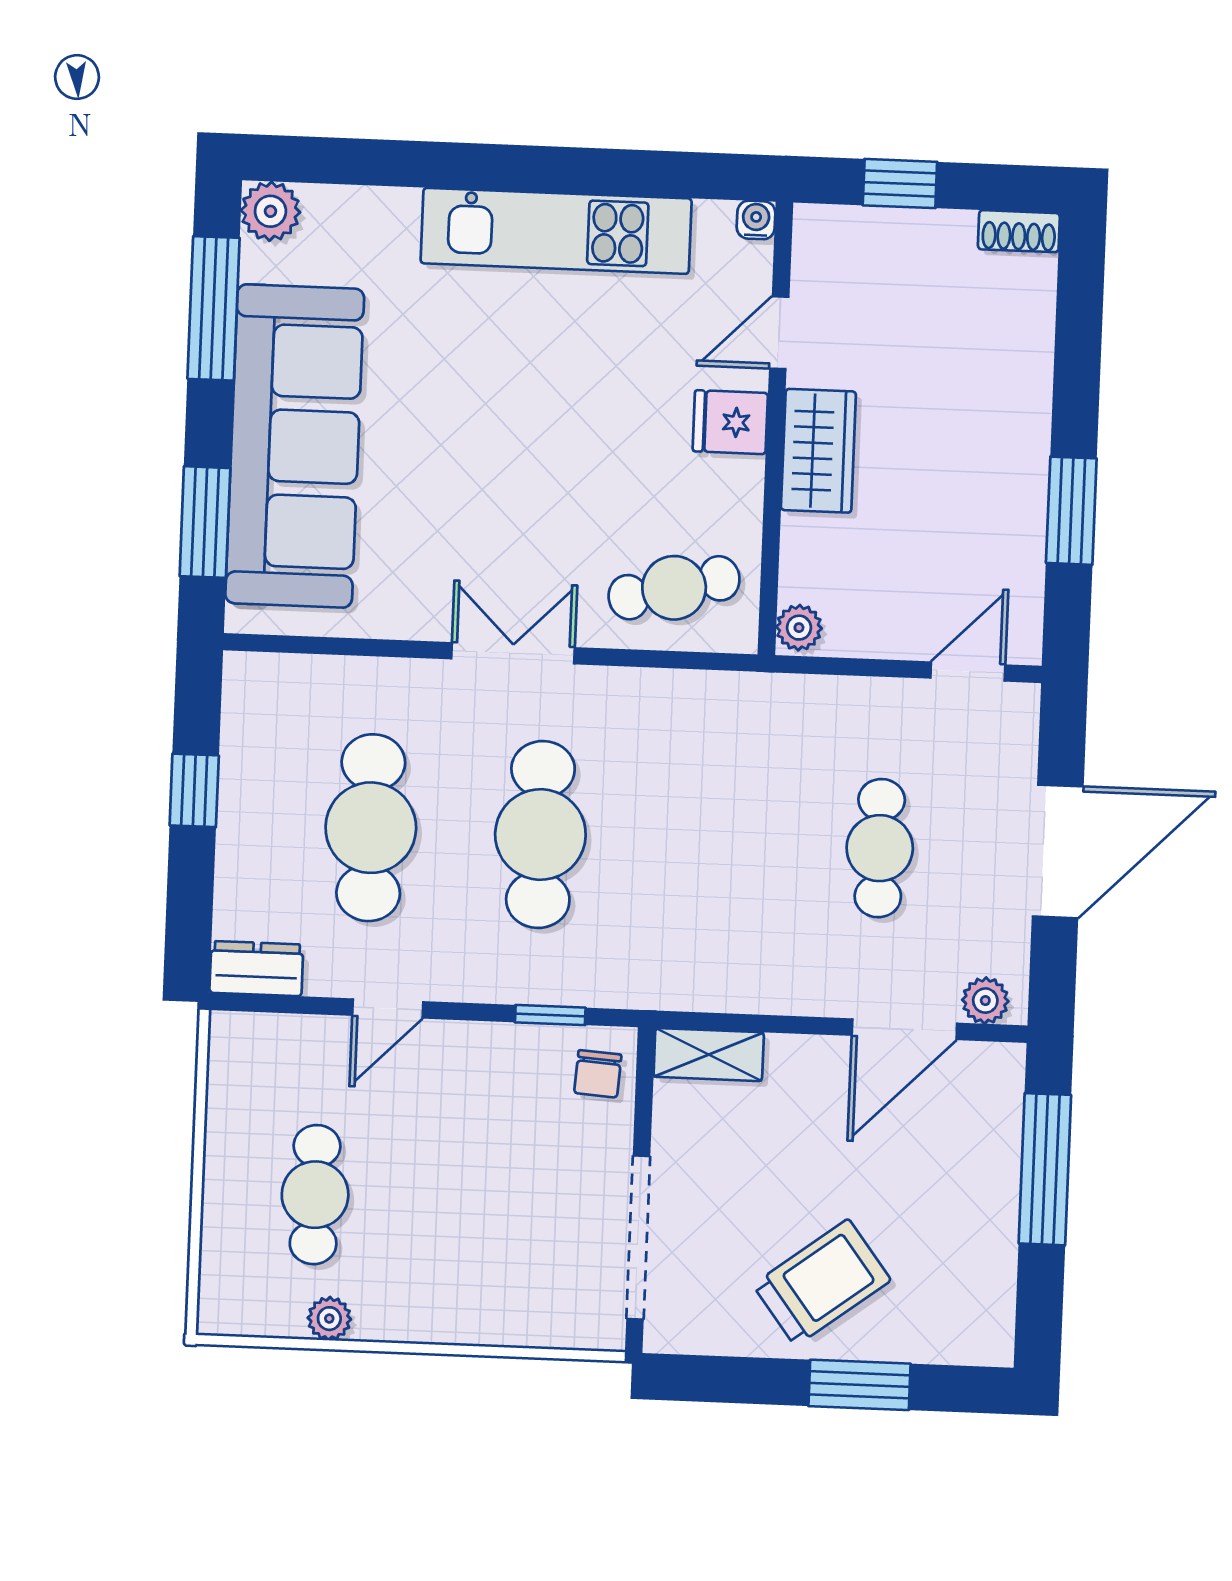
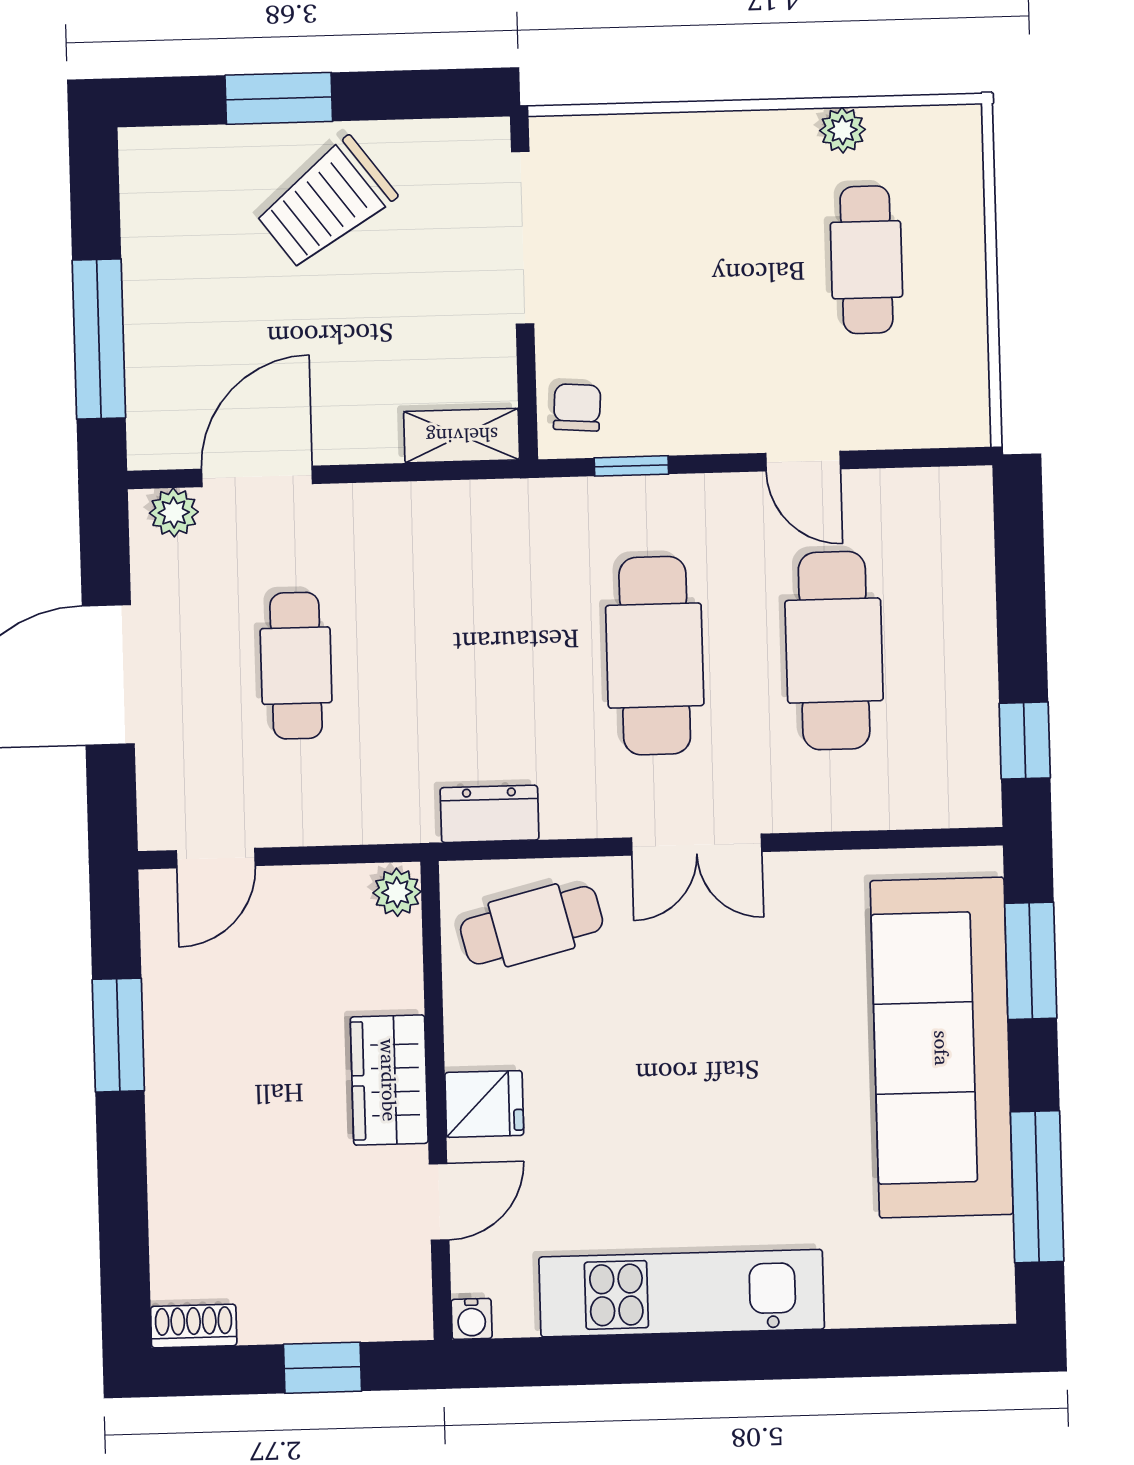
plant: (270, 211) -> (984, 1293), removed
window: (194, 790) -> (1025, 741), moved
dresser: (256, 969) -> (490, 814), moved, turned 180
door: (388, 1009) -> (803, 461), swing flipped

